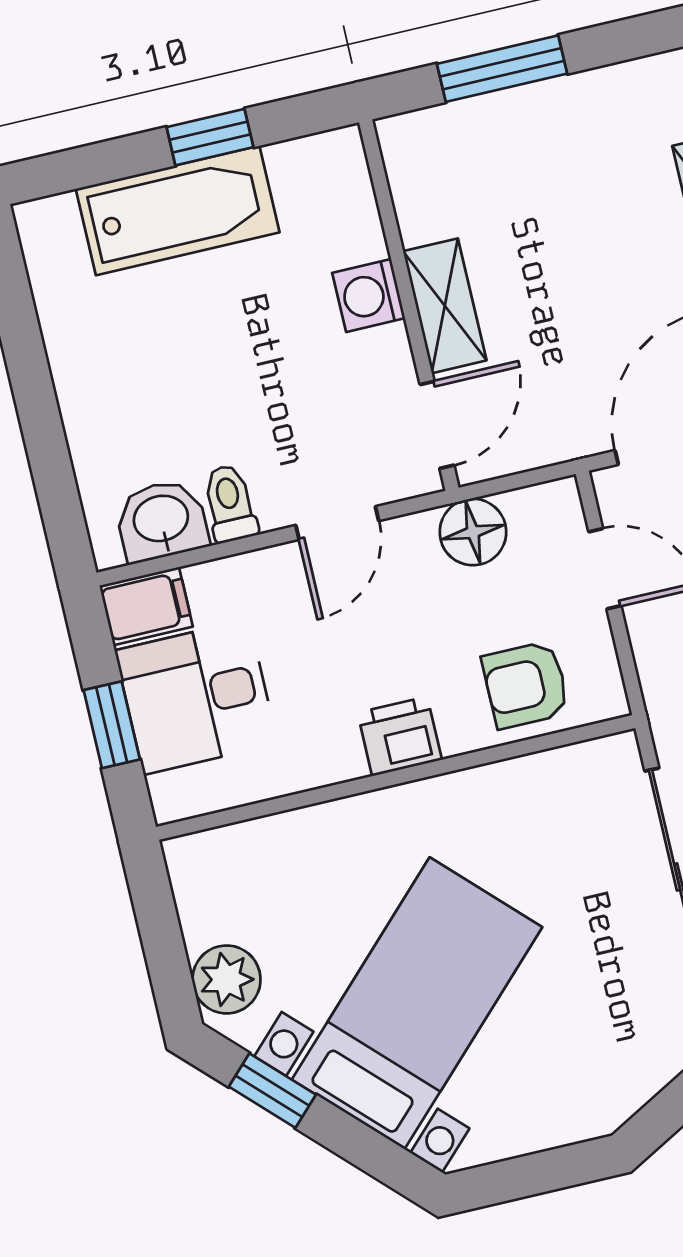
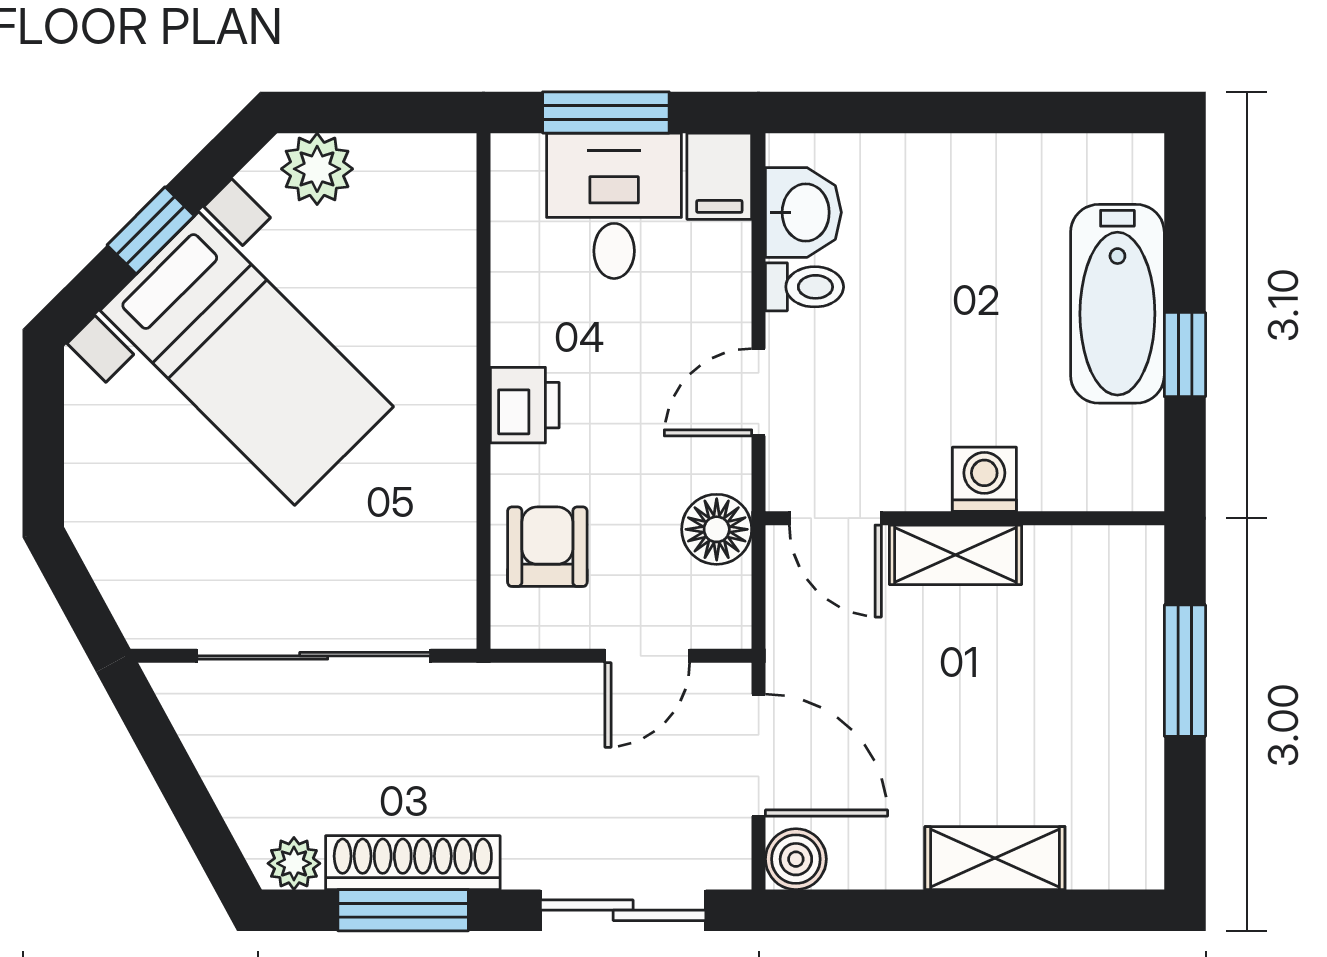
door: (337, 523) -> (759, 392), hinge flipped
window: (112, 725) -> (606, 112), width x1.50
window: (272, 1091) -> (151, 230), moved

